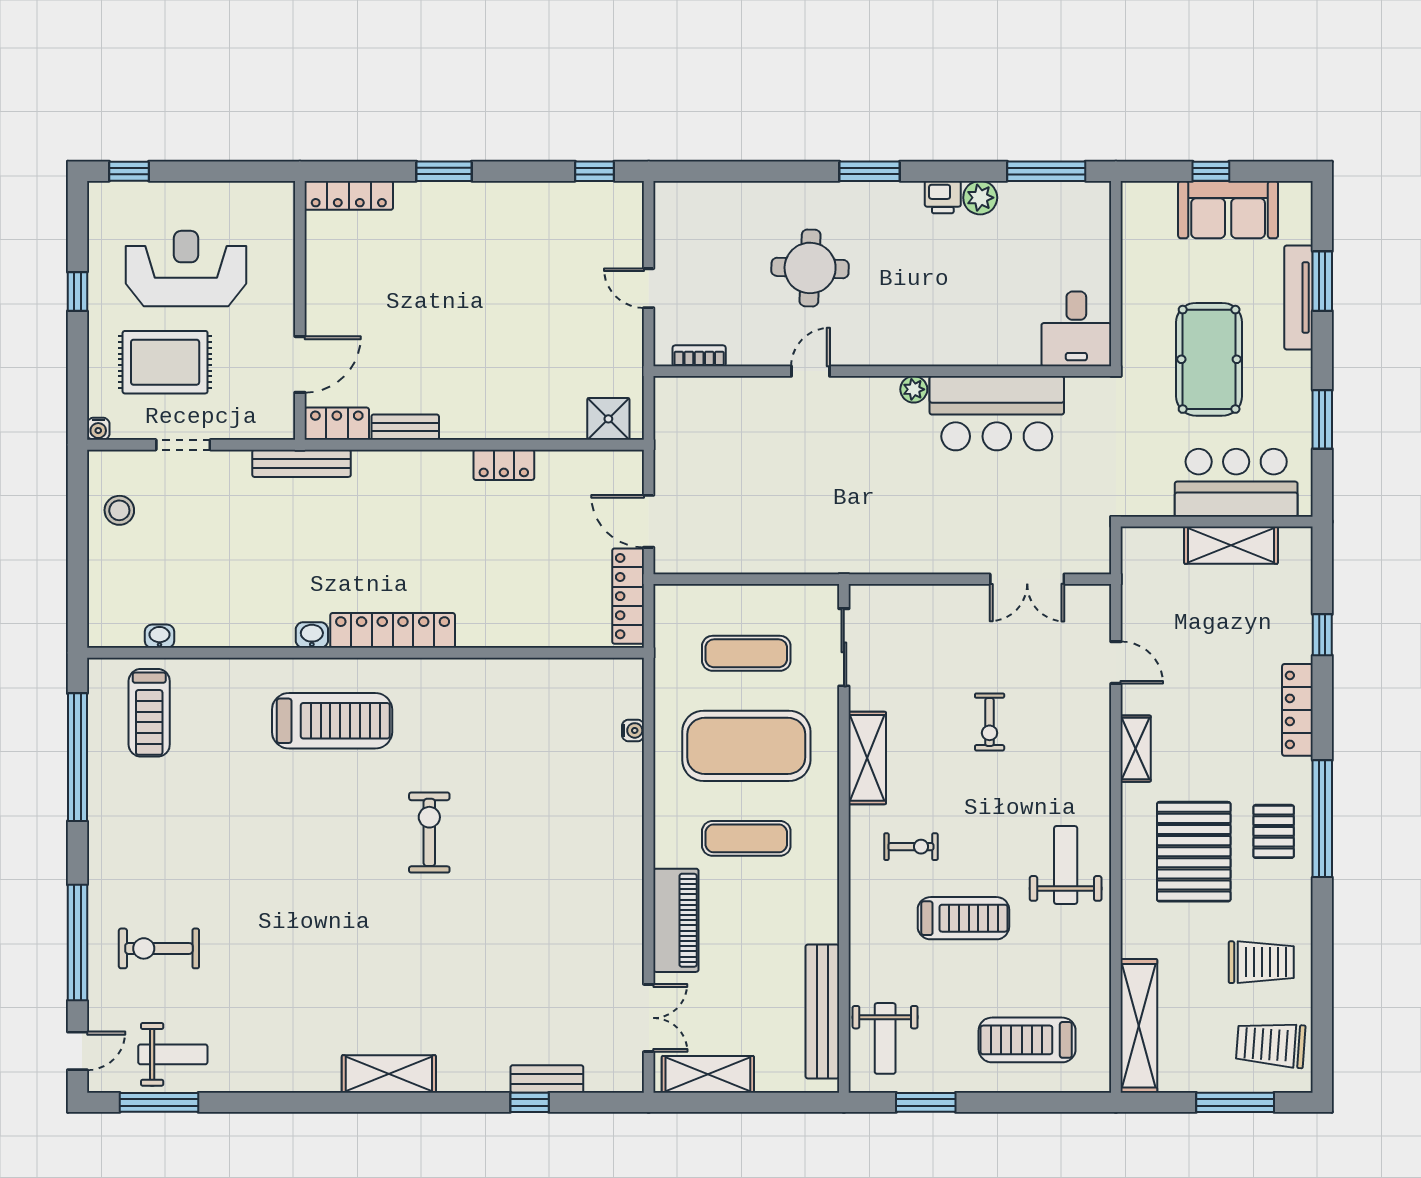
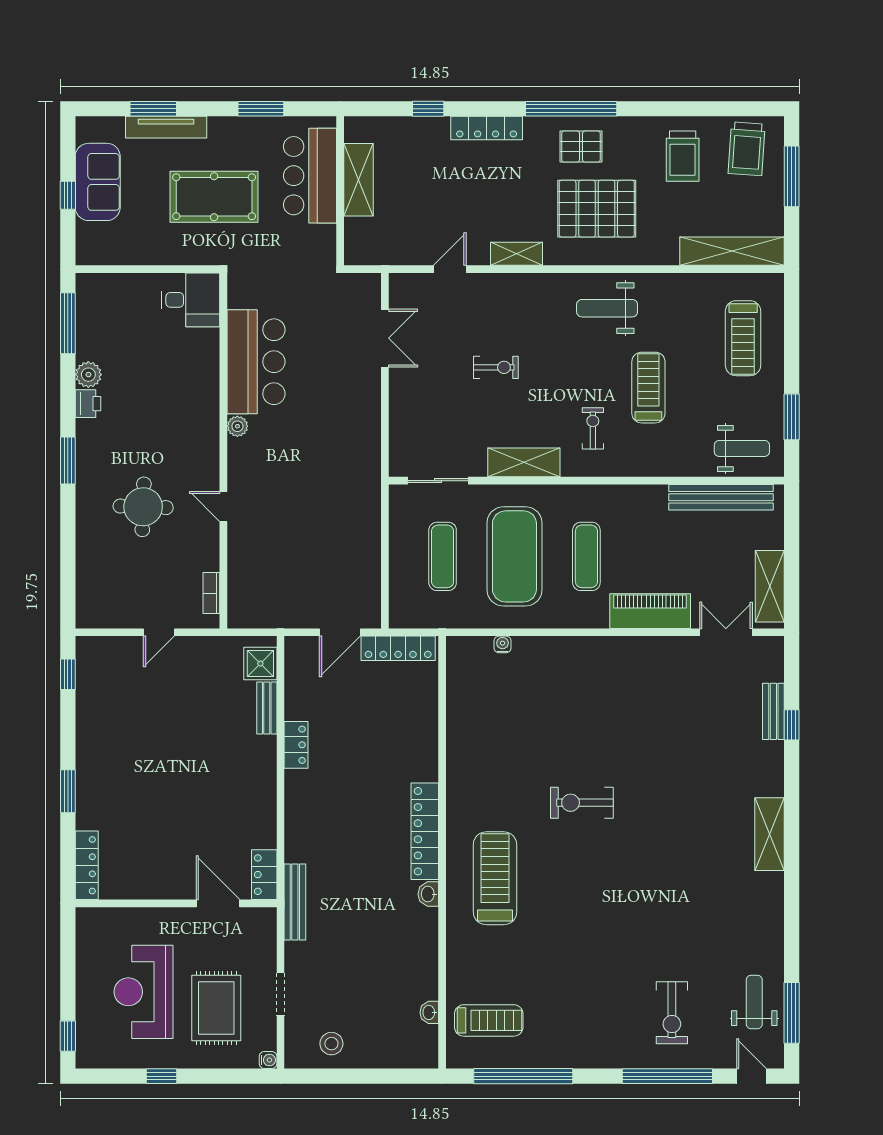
bench: (405, 427) -> (267, 708), moved
trolley: (1261, 962) -> (683, 156), turned 180

